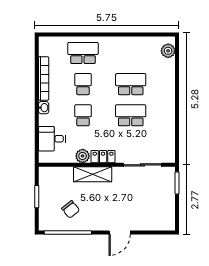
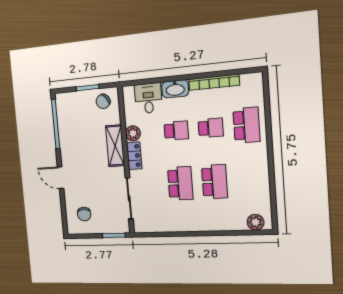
washbasin: (44, 108) -> (175, 89), width x1.91, depth x1.45
chair: (71, 209) -> (103, 101), moved
chair: (156, 211) -> (84, 214), added

